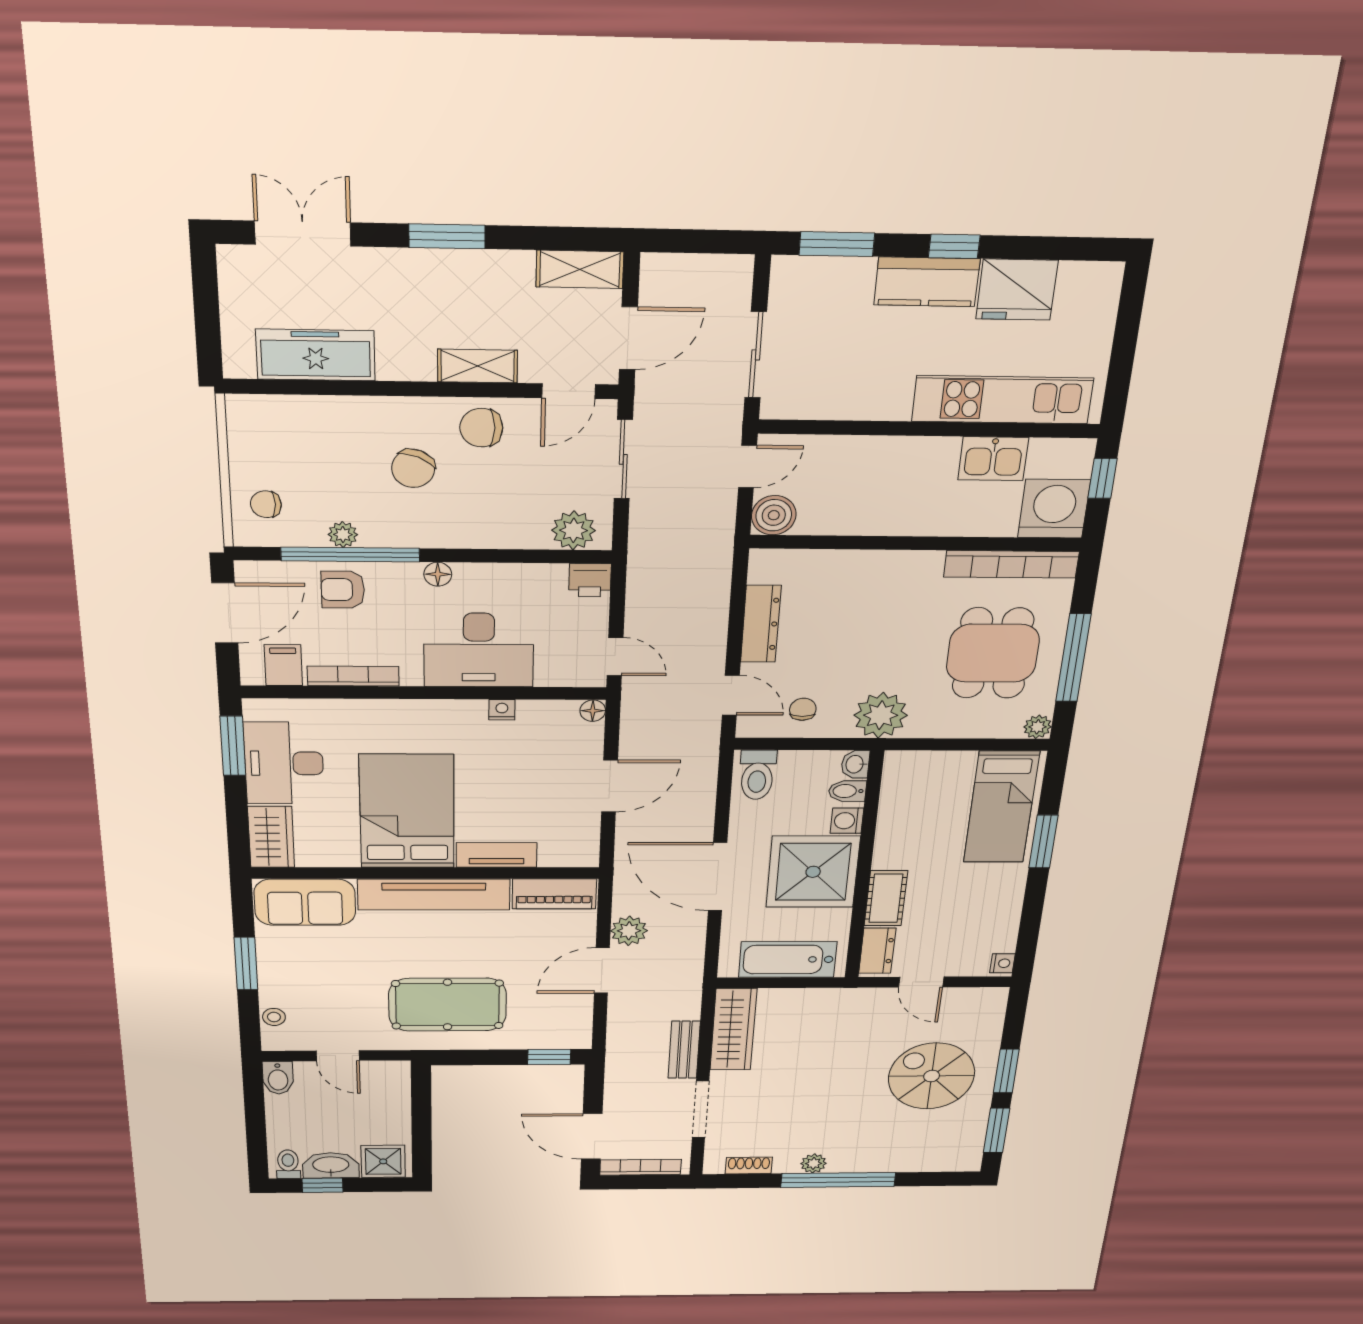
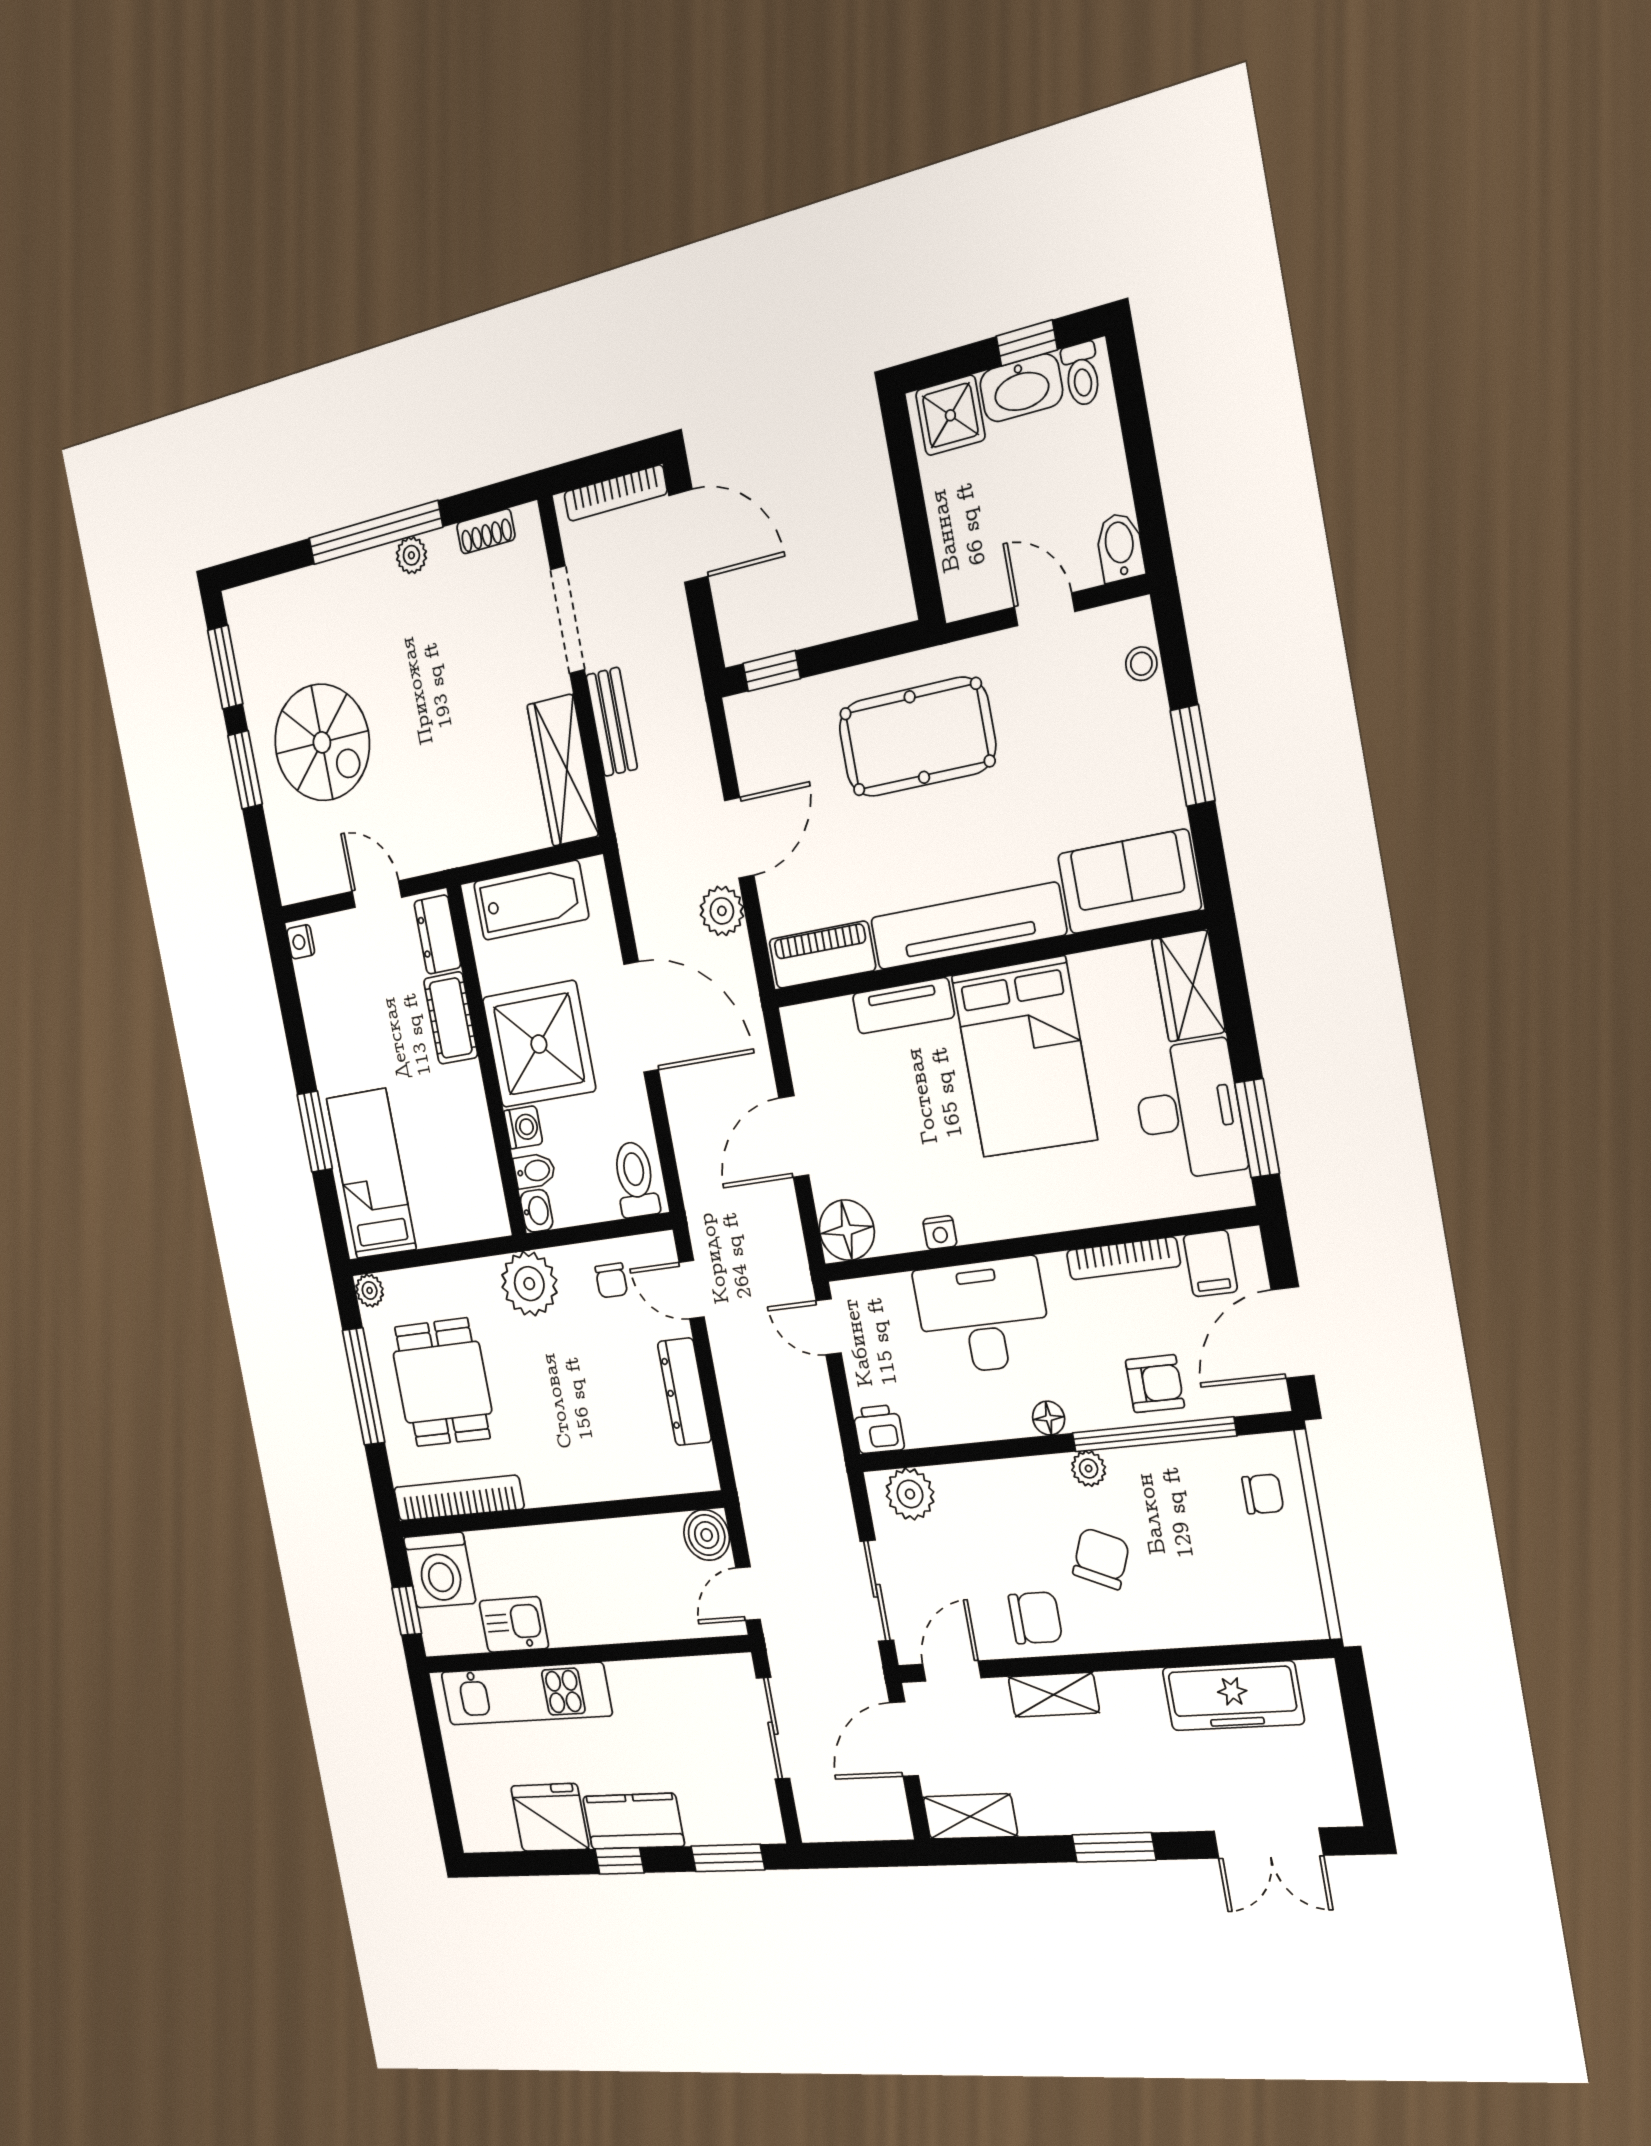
plant: (343, 535) -> (1089, 1469), moved
floor lamp: (593, 711) -> (847, 1230), width x1.89, depth x1.89

